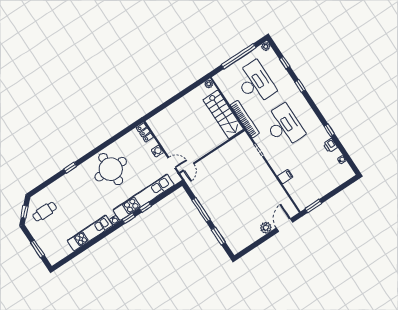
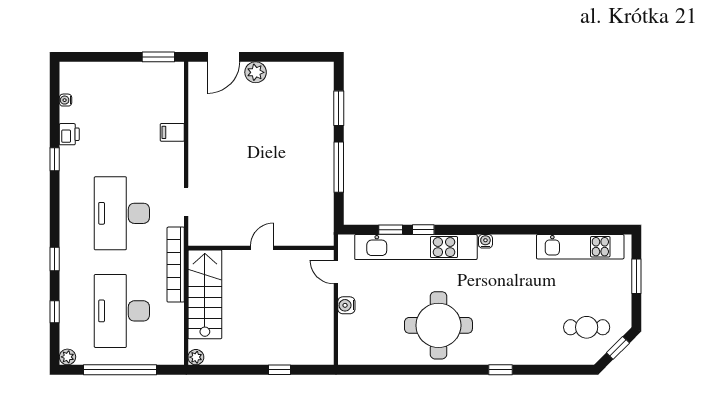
window: (168, 103) -> (279, 370), added
locker: (145, 132) -> (347, 347), removed
door: (189, 167) -> (262, 248), moved
window: (129, 218) -> (391, 230), moved
kitchen unit: (90, 233) -> (580, 247), moved

